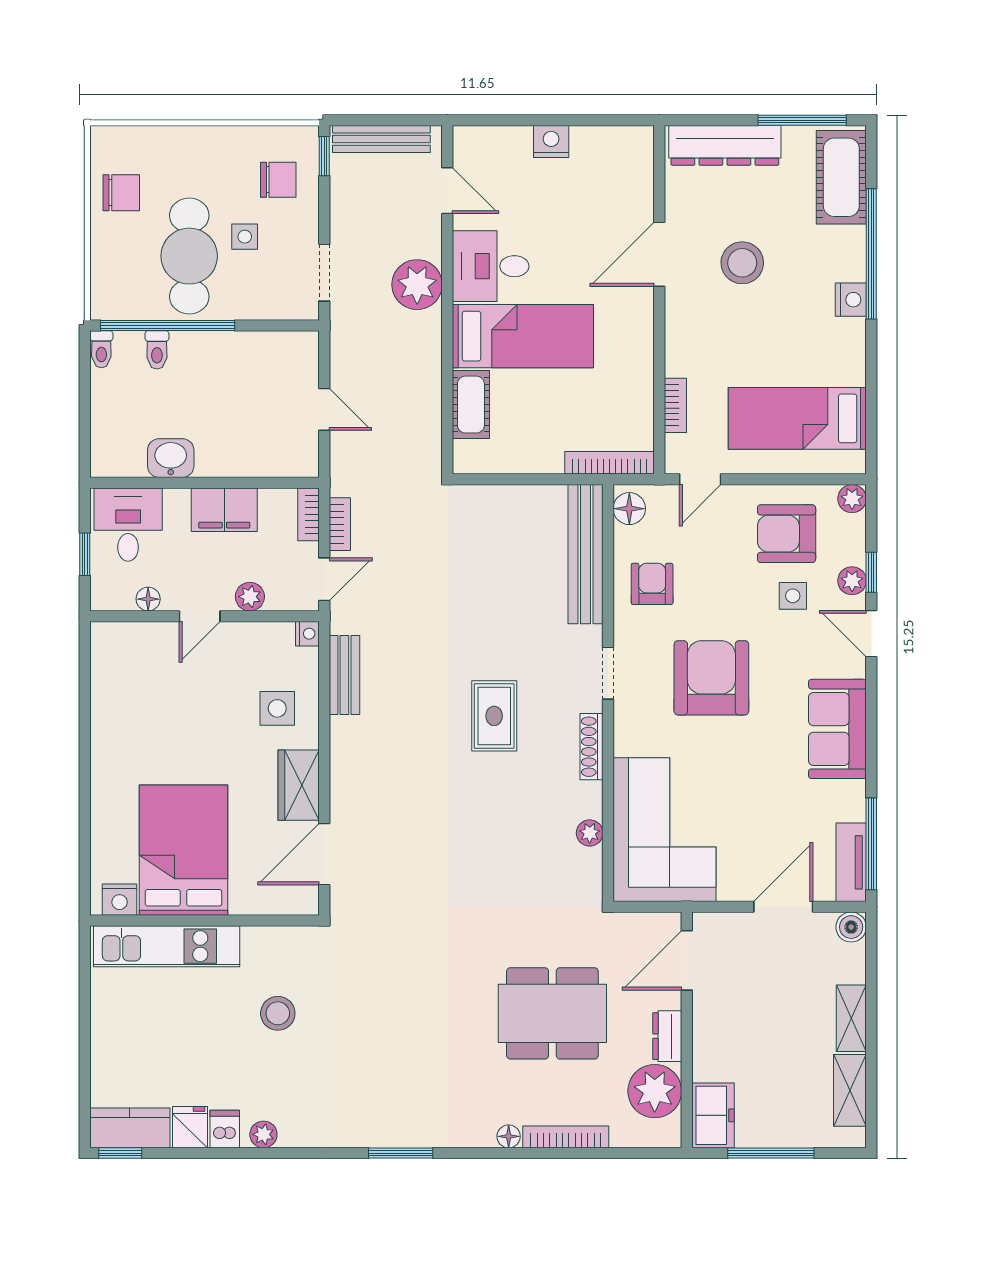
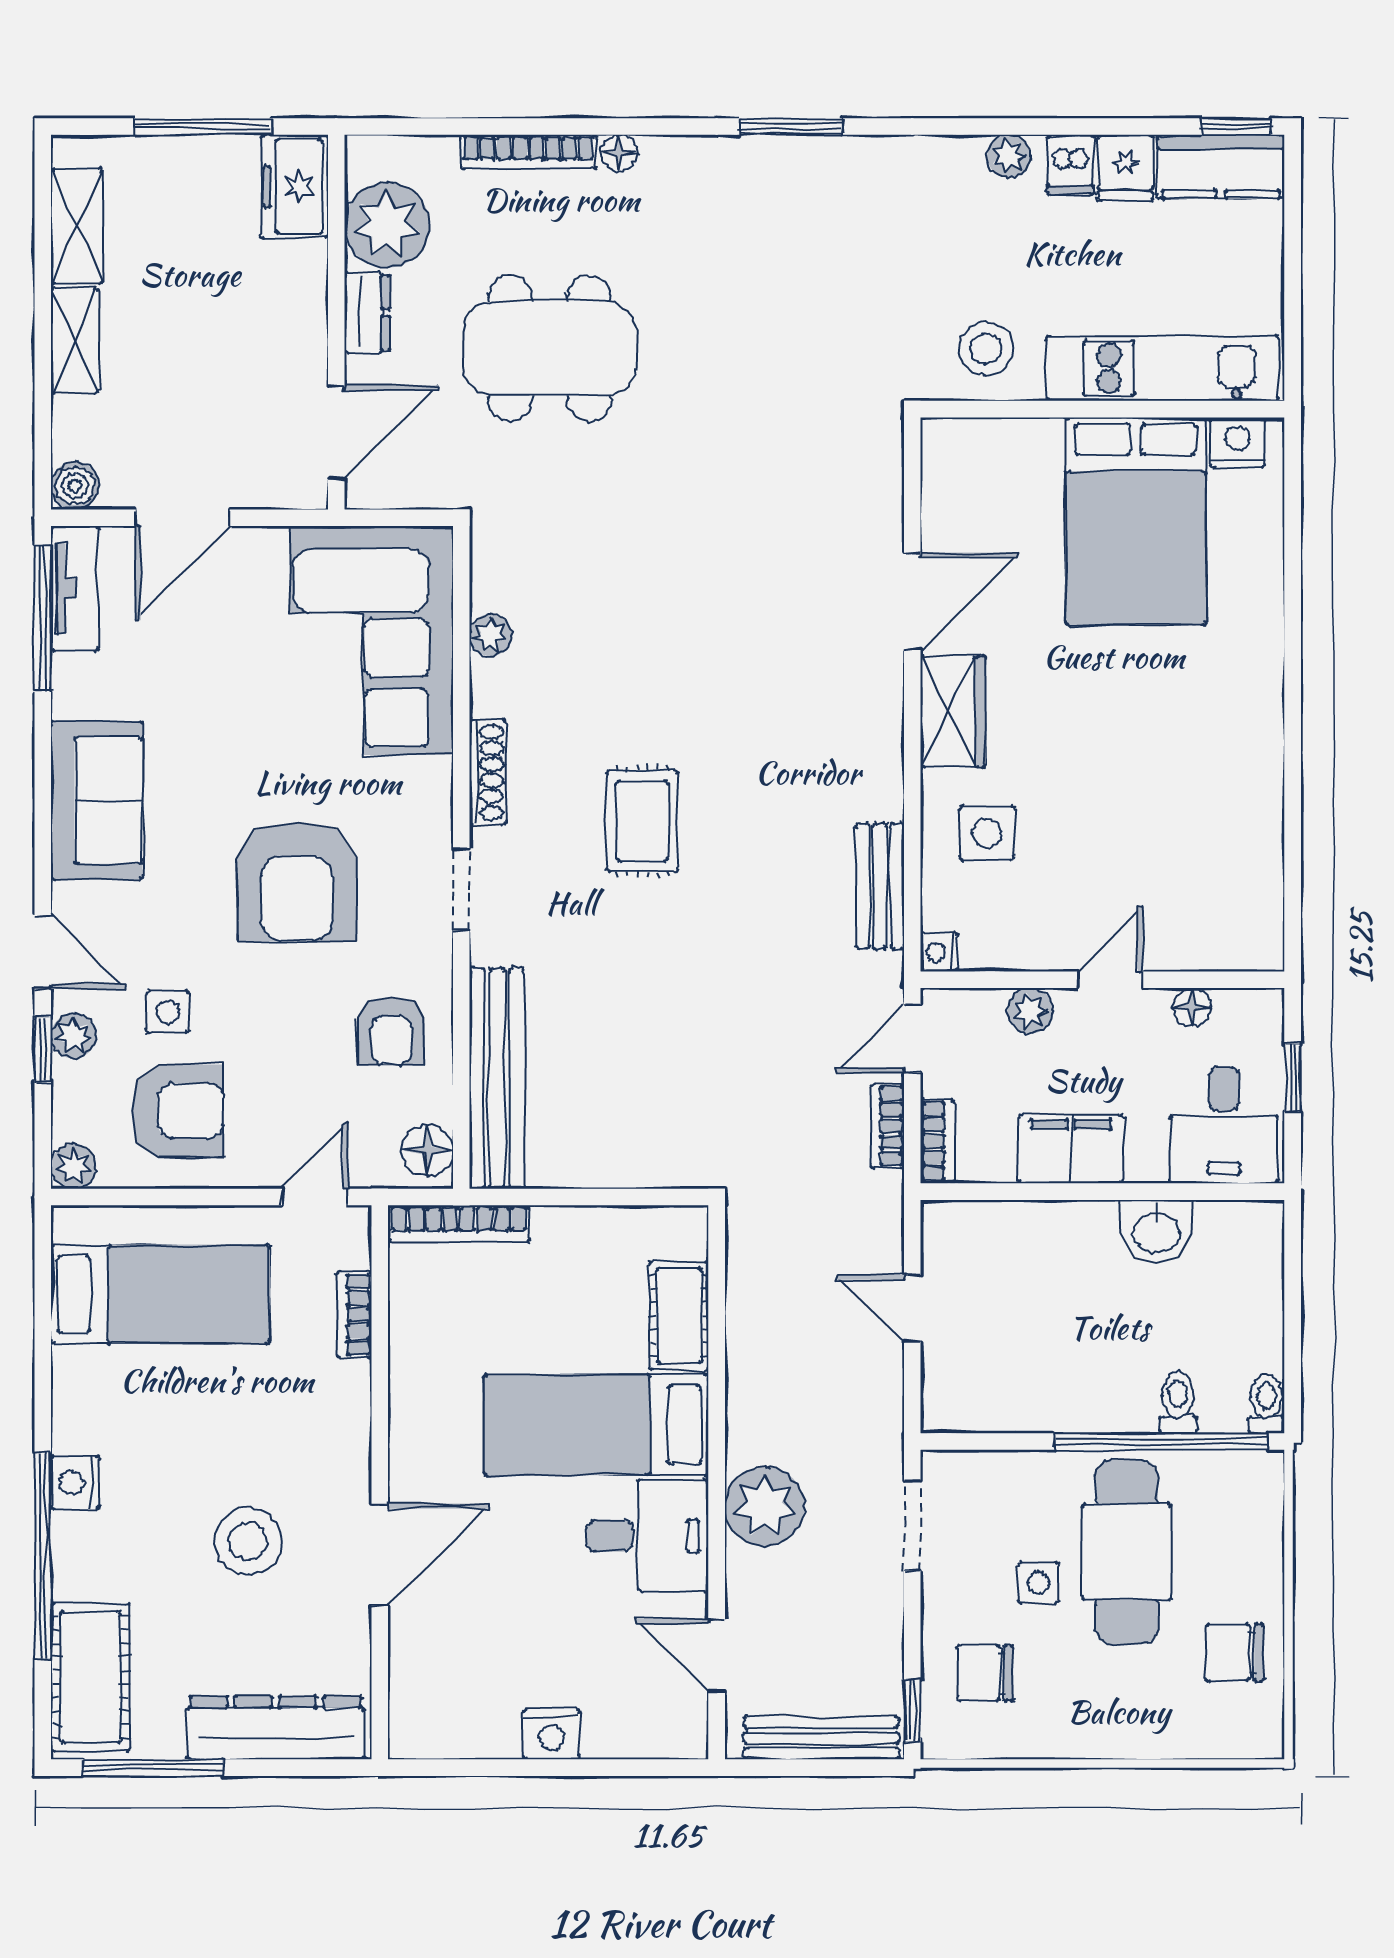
bed: (183, 850) -> (1136, 521), moved
nightstand: (120, 900) -> (1237, 442), moved
wall: (204, 921) -> (1102, 409), moved
kitchen unit: (167, 946) -> (1162, 368), moved

